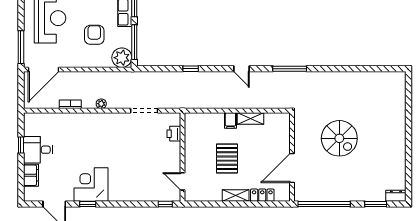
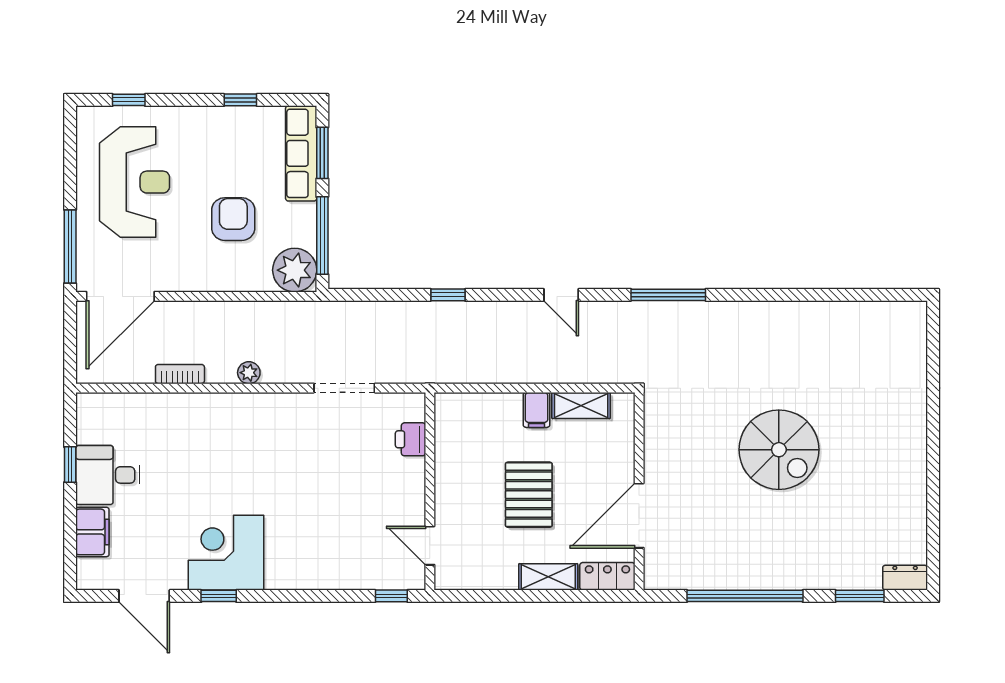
wall: (292, 157) -> (639, 491), moved
door: (292, 168) -> (639, 516), moved

